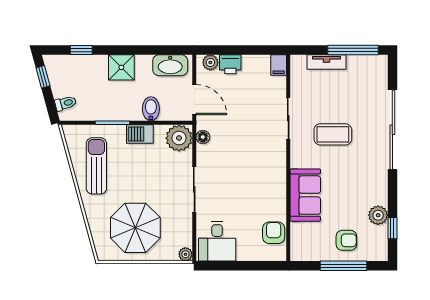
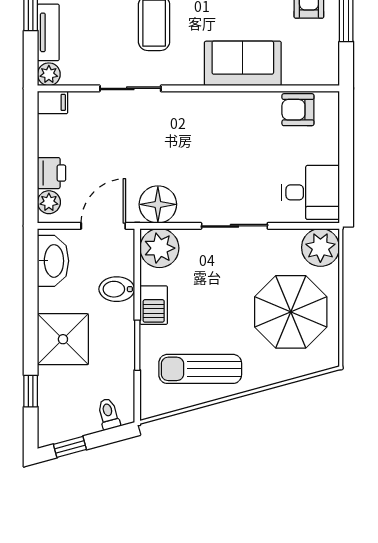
plant: (298, 62) -> (49, 74), added
shower: (121, 67) -> (63, 339), width x1.36, depth x1.36
floor lamp: (203, 137) -> (158, 204), width x1.89, depth x1.89
plant: (185, 254) -> (320, 247), width x1.87, depth x1.87

